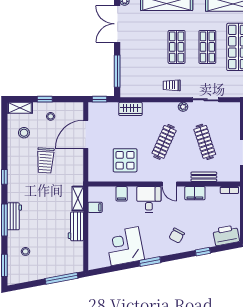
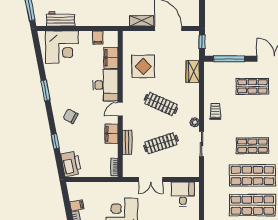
shop shelf: (177, 47) -> (252, 86), moved
filing cabinet: (122, 194) -> (111, 58), width x2.00
shelving: (78, 199) -> (142, 21), moved
desk: (149, 199) -> (106, 85), width x1.37
workbench: (76, 226) -> (61, 19), moved
corner desk: (125, 246) -> (62, 47), moved, turned 101

